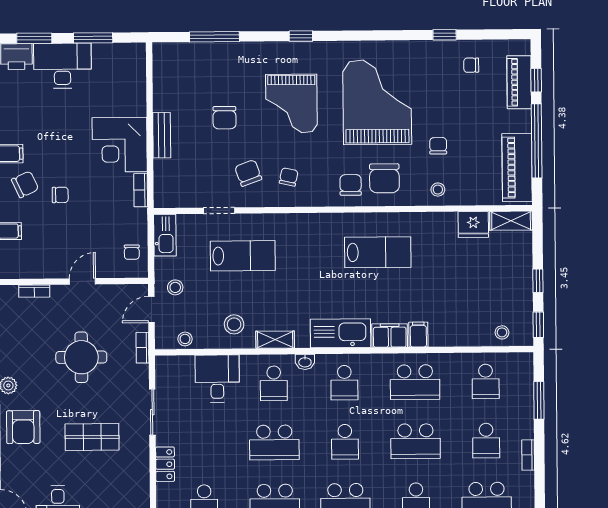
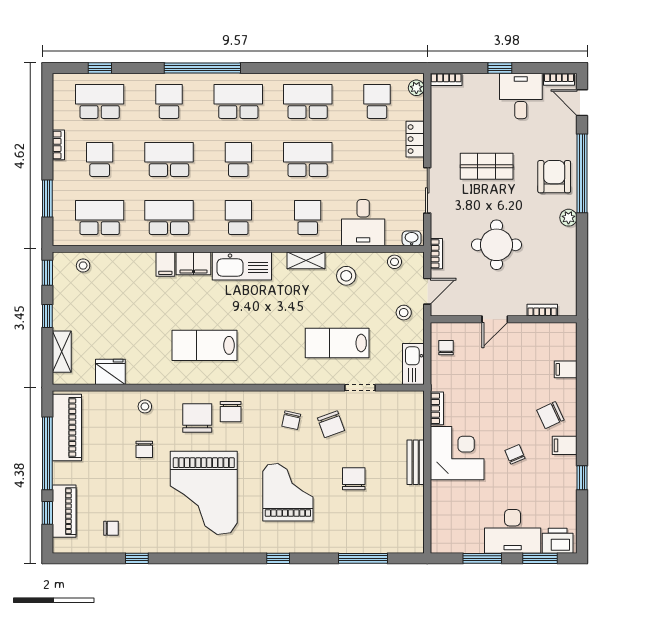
chair: (60, 195) -> (515, 454), moved, turned 67
shelving: (511, 221) -> (62, 352), moved, turned 90
washbasin: (305, 362) -> (412, 238), moved
school desk: (486, 381) -> (100, 218), width x1.85

